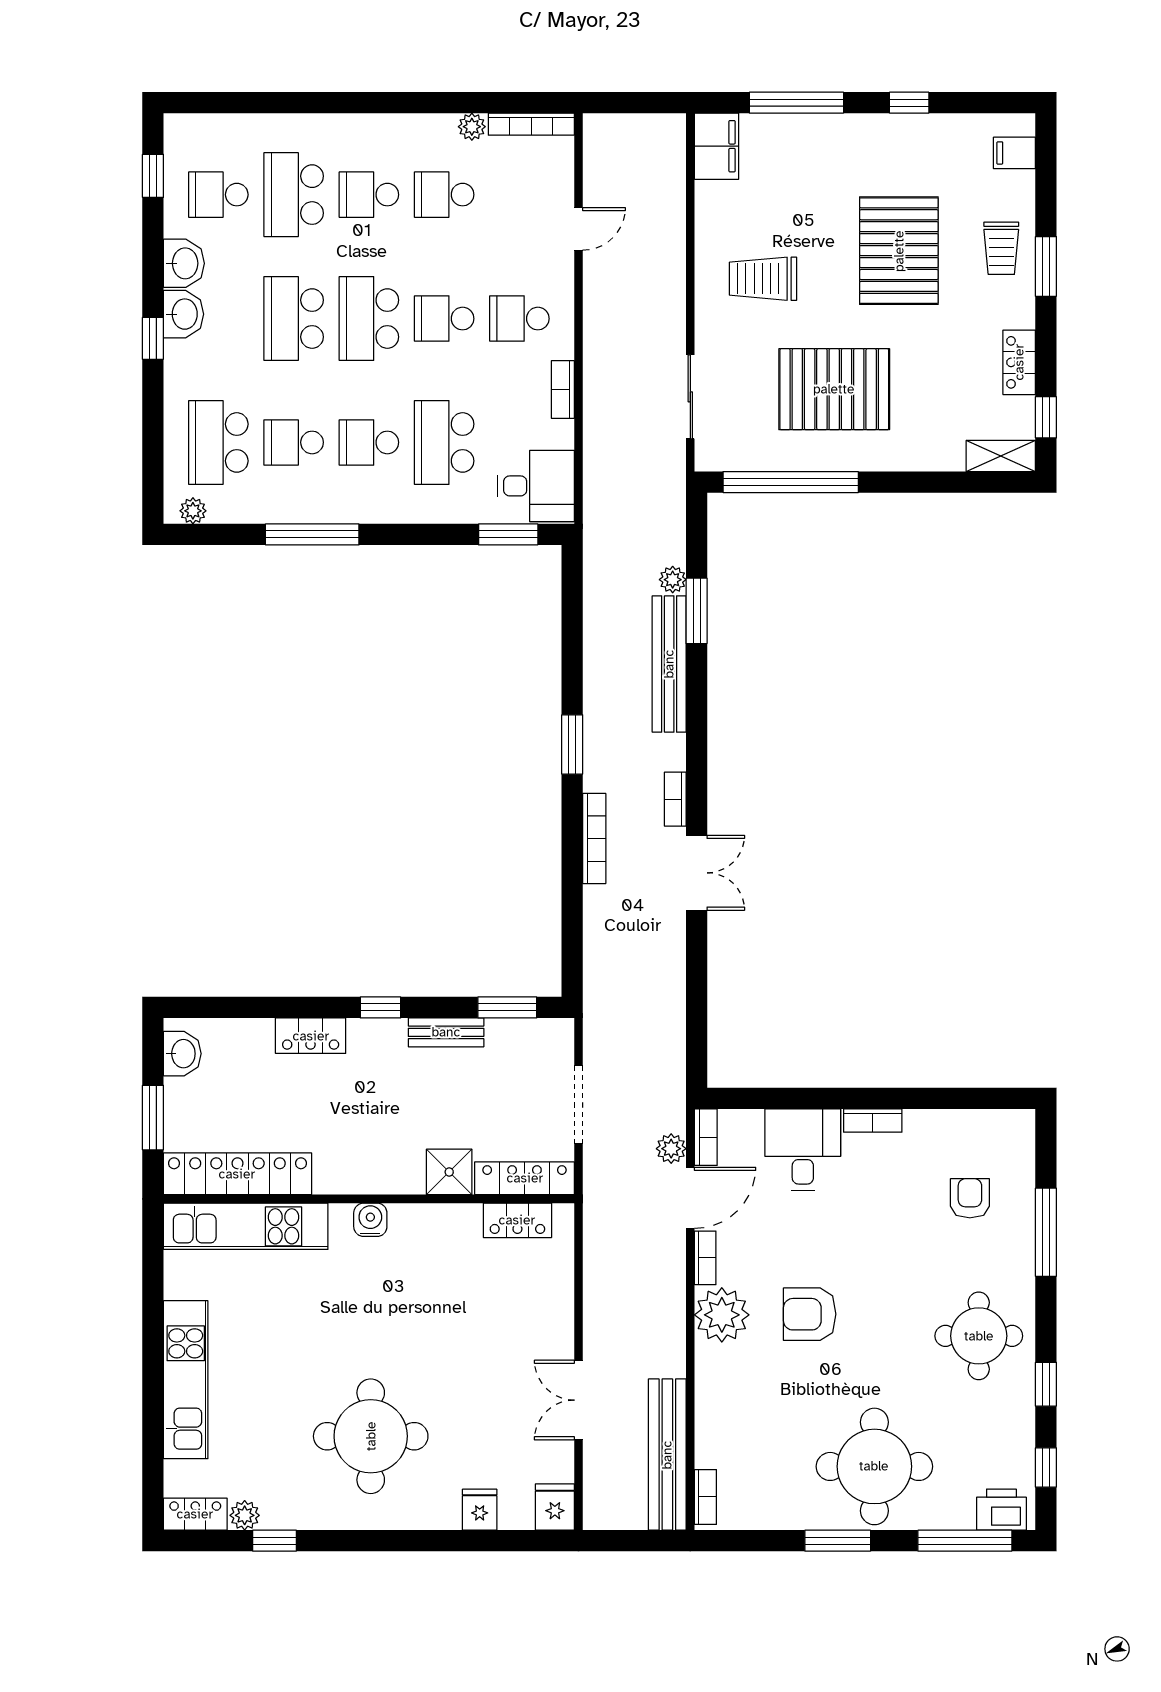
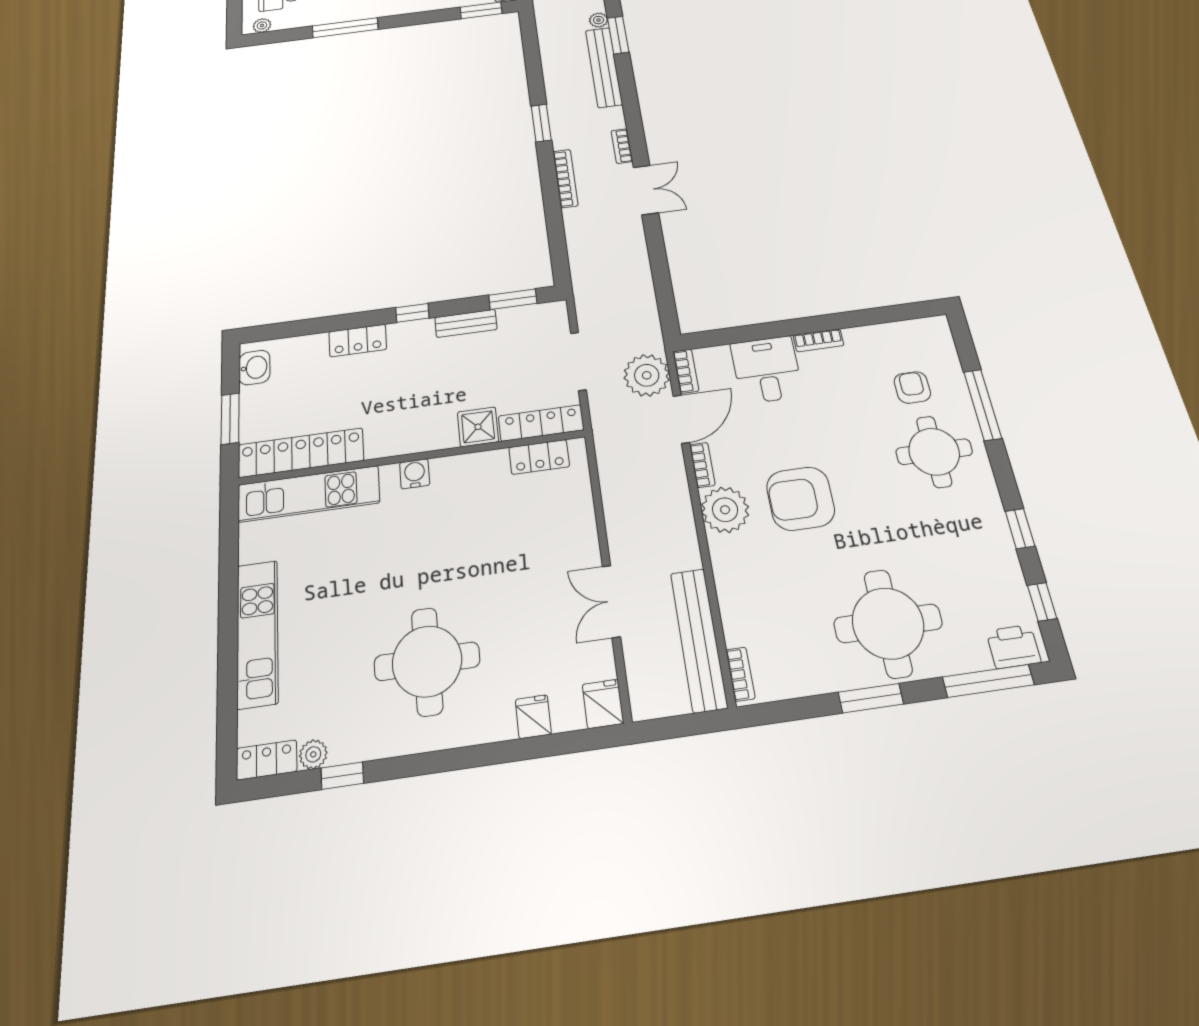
plant: (671, 1149) -> (647, 375), width x1.87, depth x1.87
armchair: (810, 1314) -> (801, 499), width x1.36, depth x1.36
round table: (979, 1336) -> (934, 452), moved

